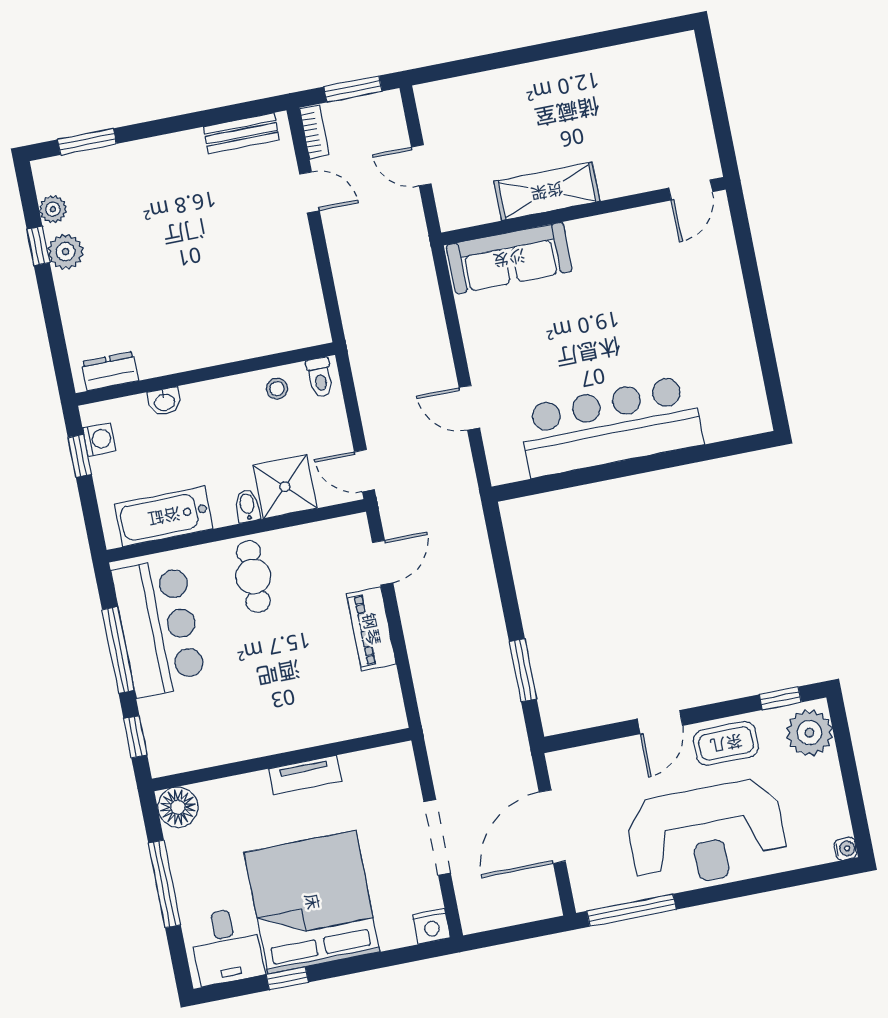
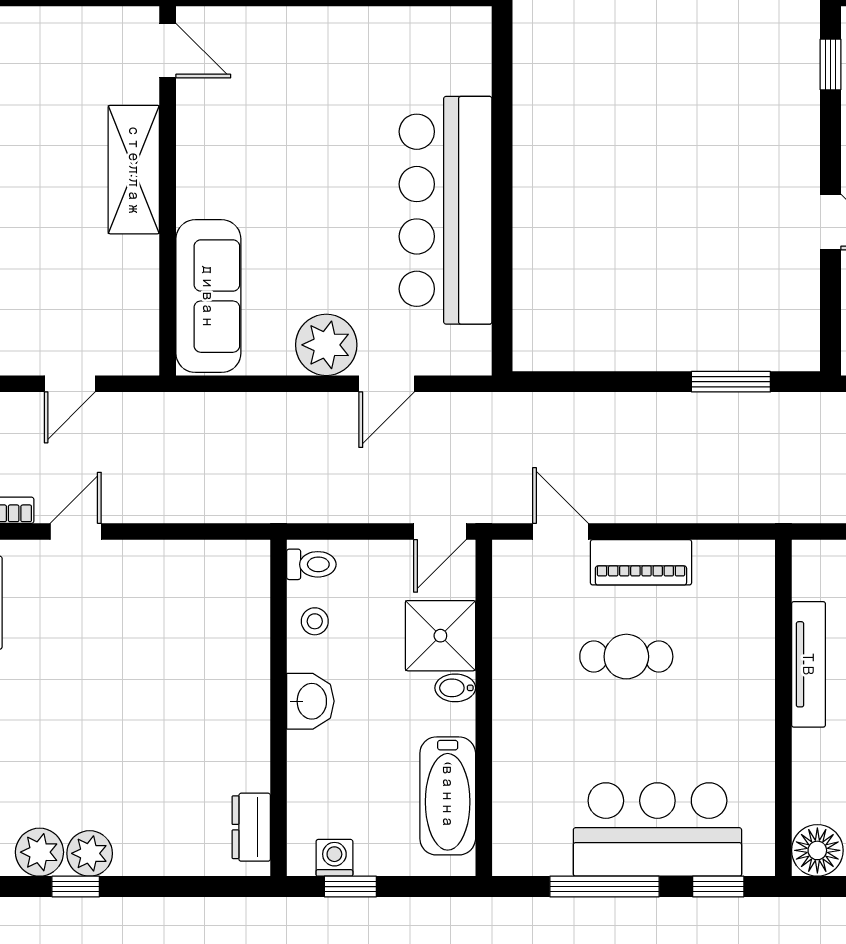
shelving: (547, 191) -> (134, 170), moved
plant: (53, 209) -> (39, 852), width x1.38, depth x1.38
plant: (490, 356) -> (326, 345), added
washbasin: (164, 402) -> (310, 701), moved, width x1.38, depth x1.45
cafe table: (253, 576) -> (626, 657), moved
bar counter: (159, 628) -> (657, 830), moved
tv unit: (305, 775) -> (808, 664), width x1.41

